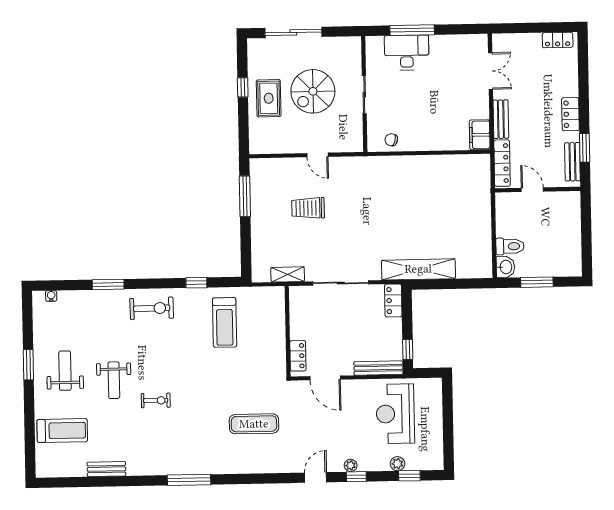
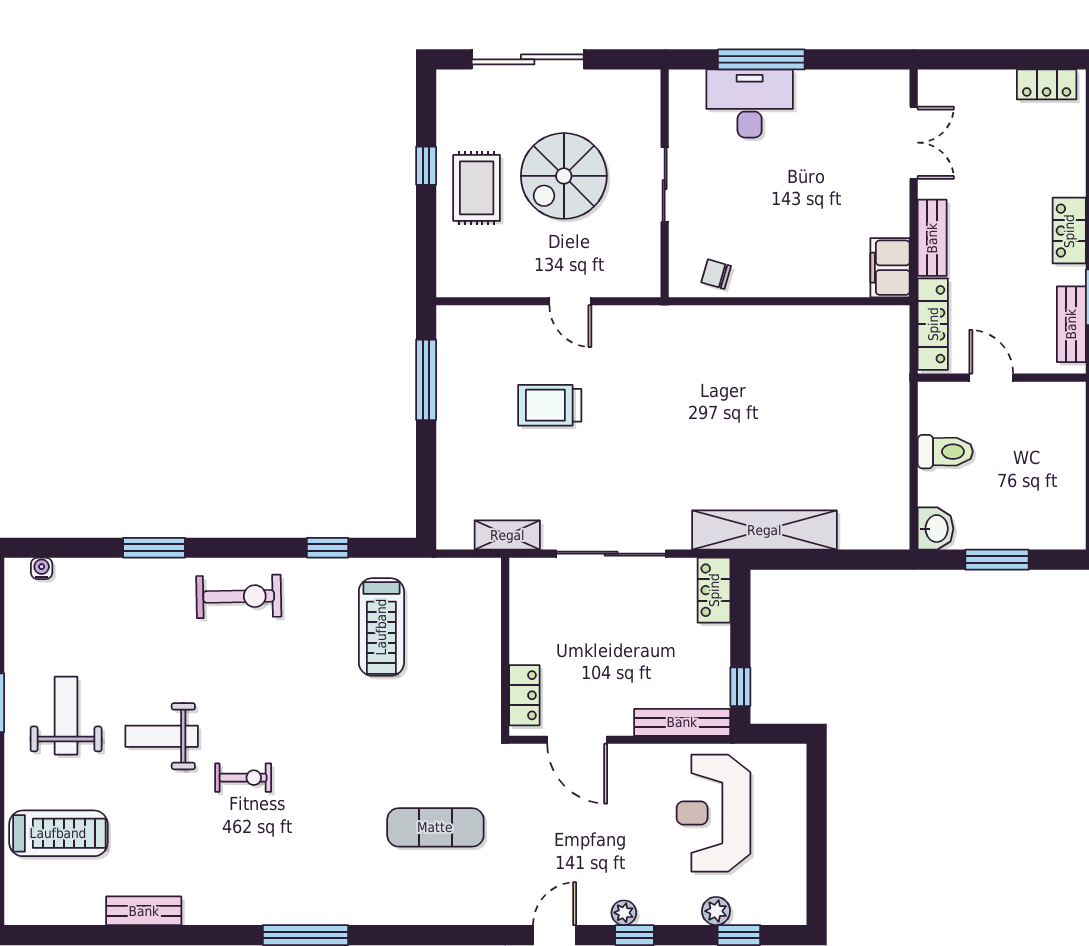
toilet: (510, 246) -> (945, 452), moved
weight bench: (114, 380) -> (162, 736), turned 90

